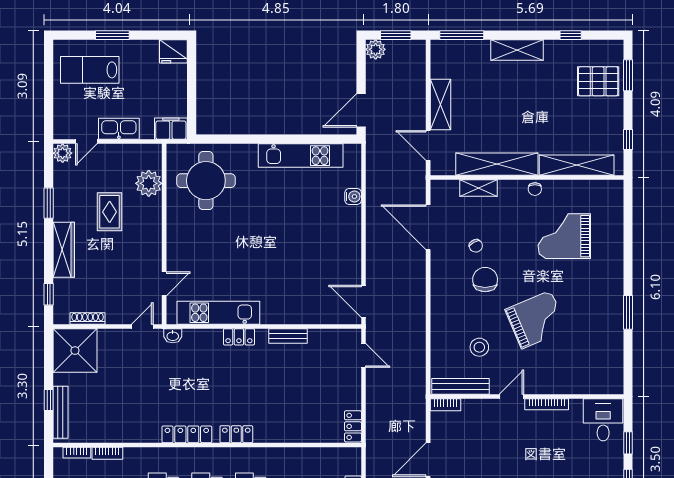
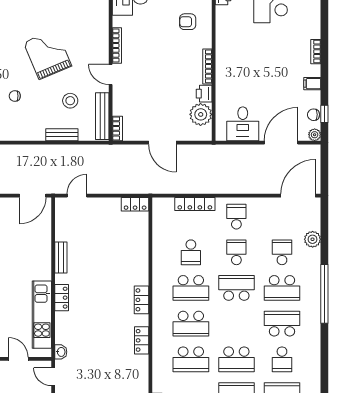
chair: (485, 280) -> (15, 96), width x0.54, depth x0.54
bench: (438, 337) -> (62, 135), added
locker: (187, 434) -> (142, 340), width x0.66

